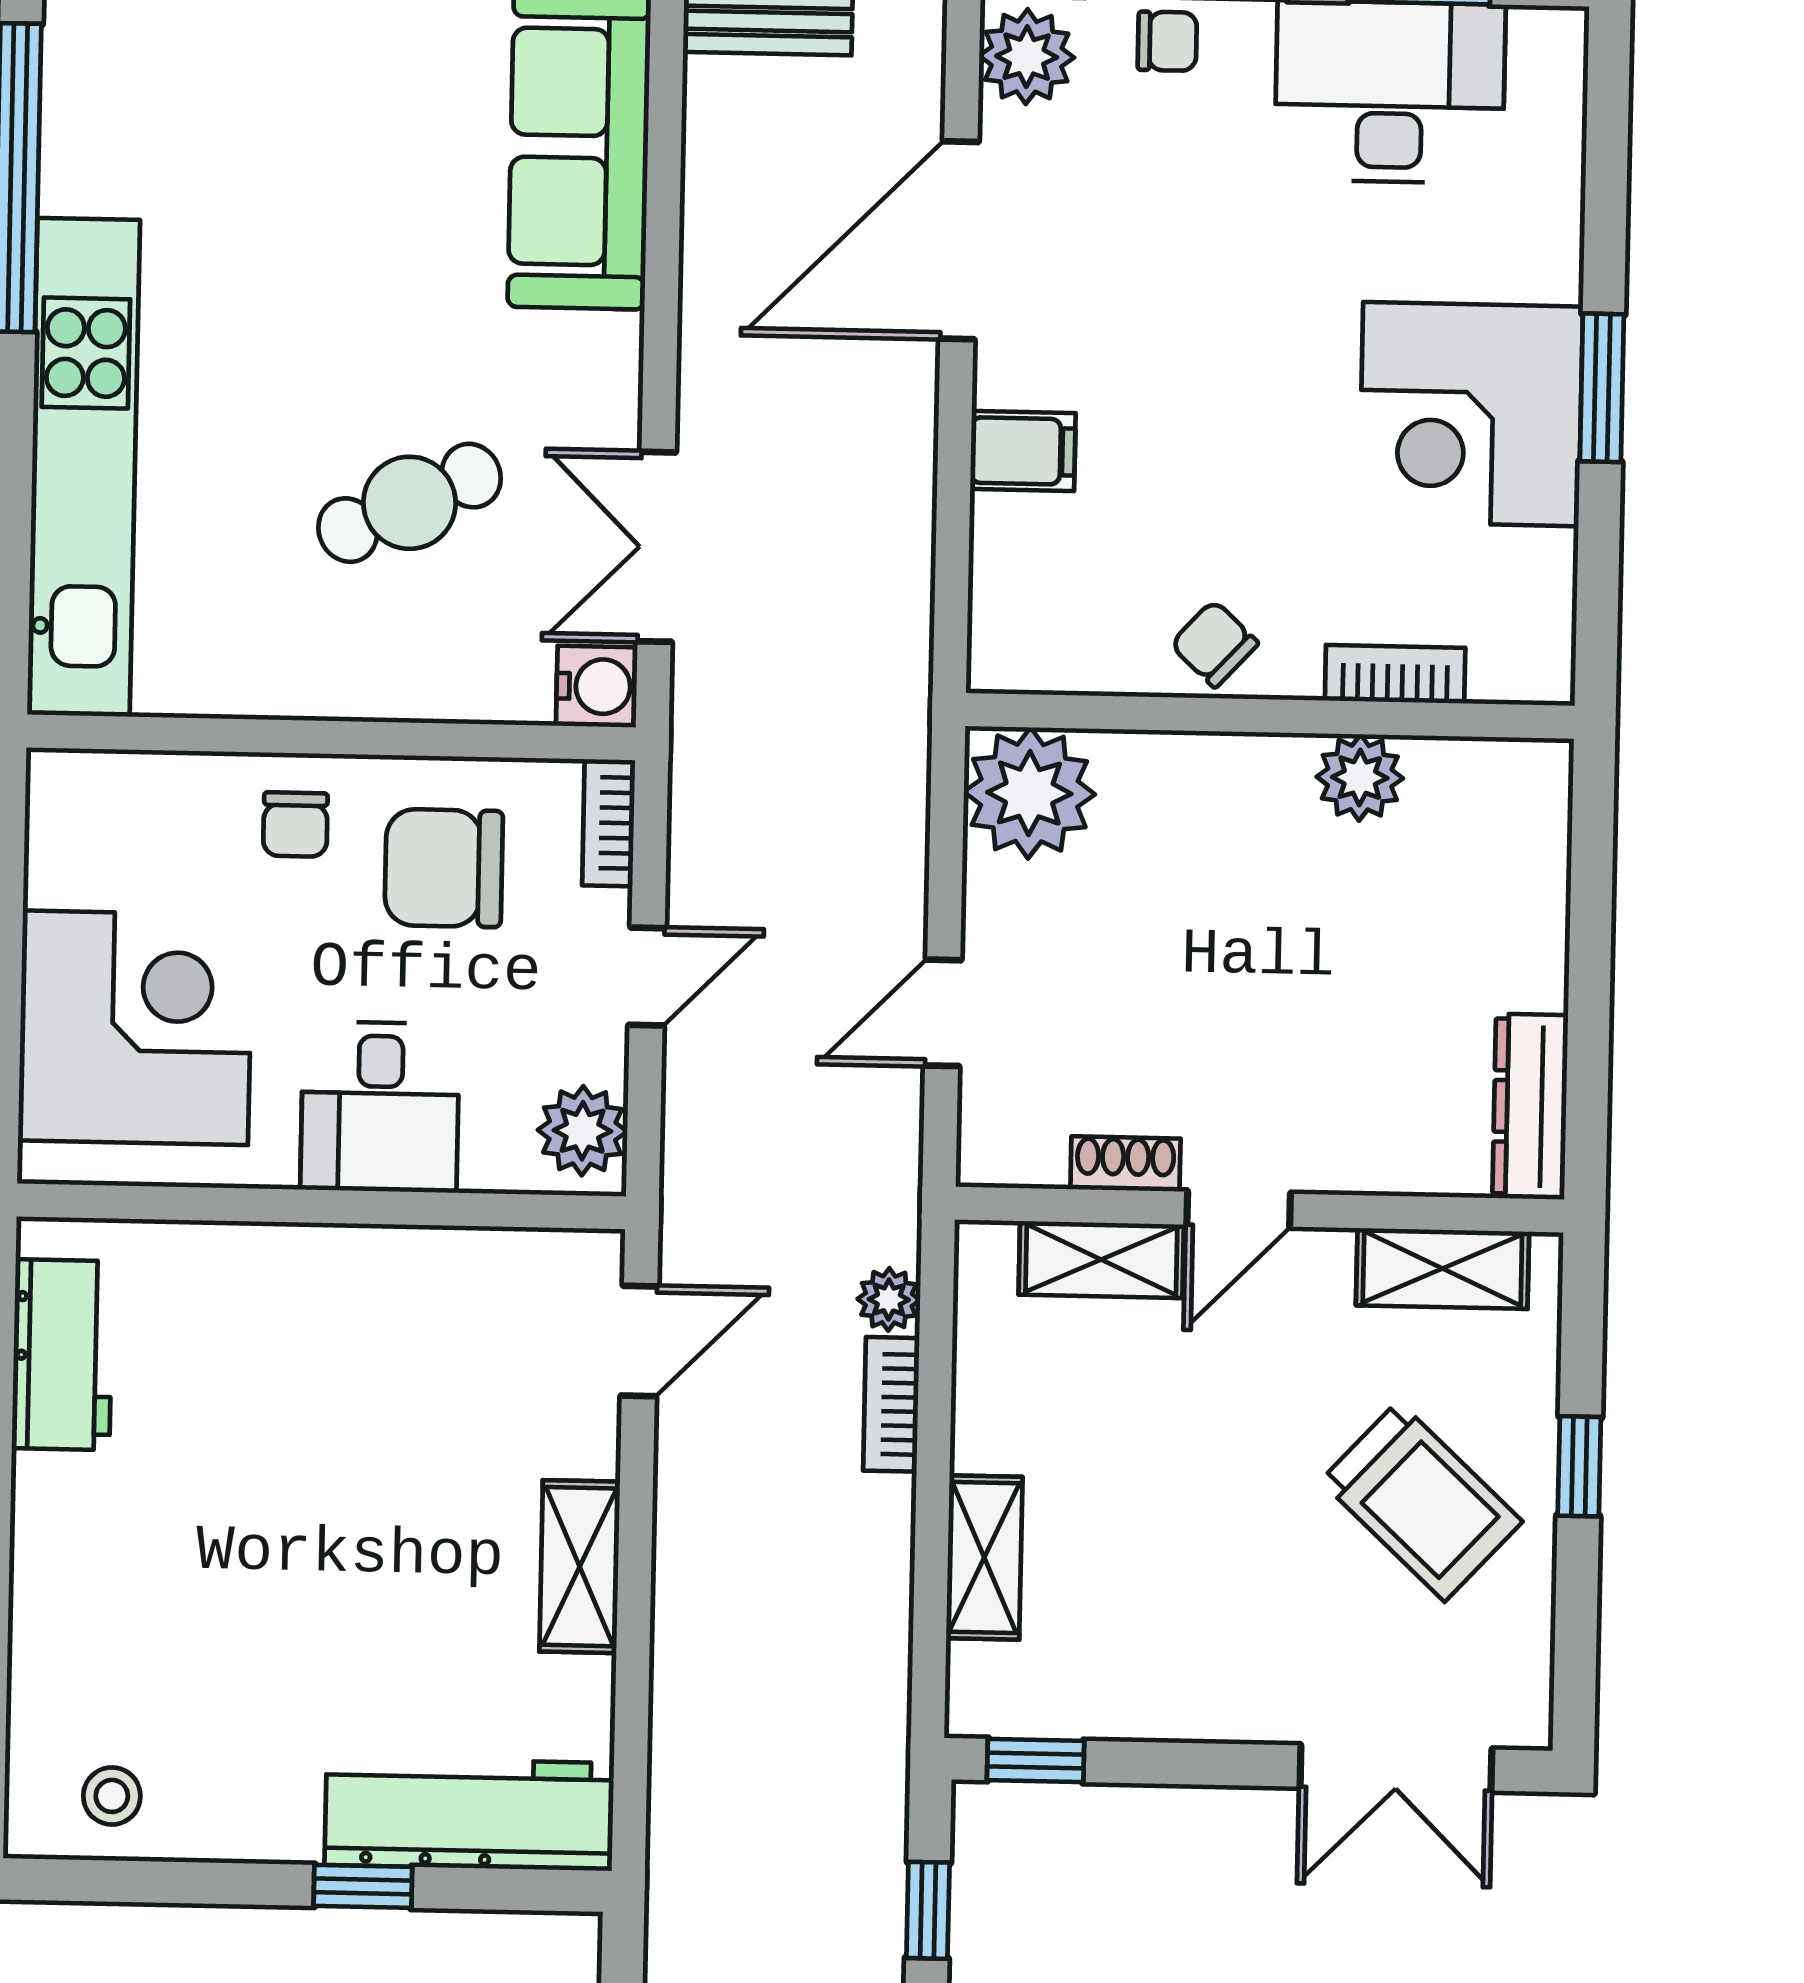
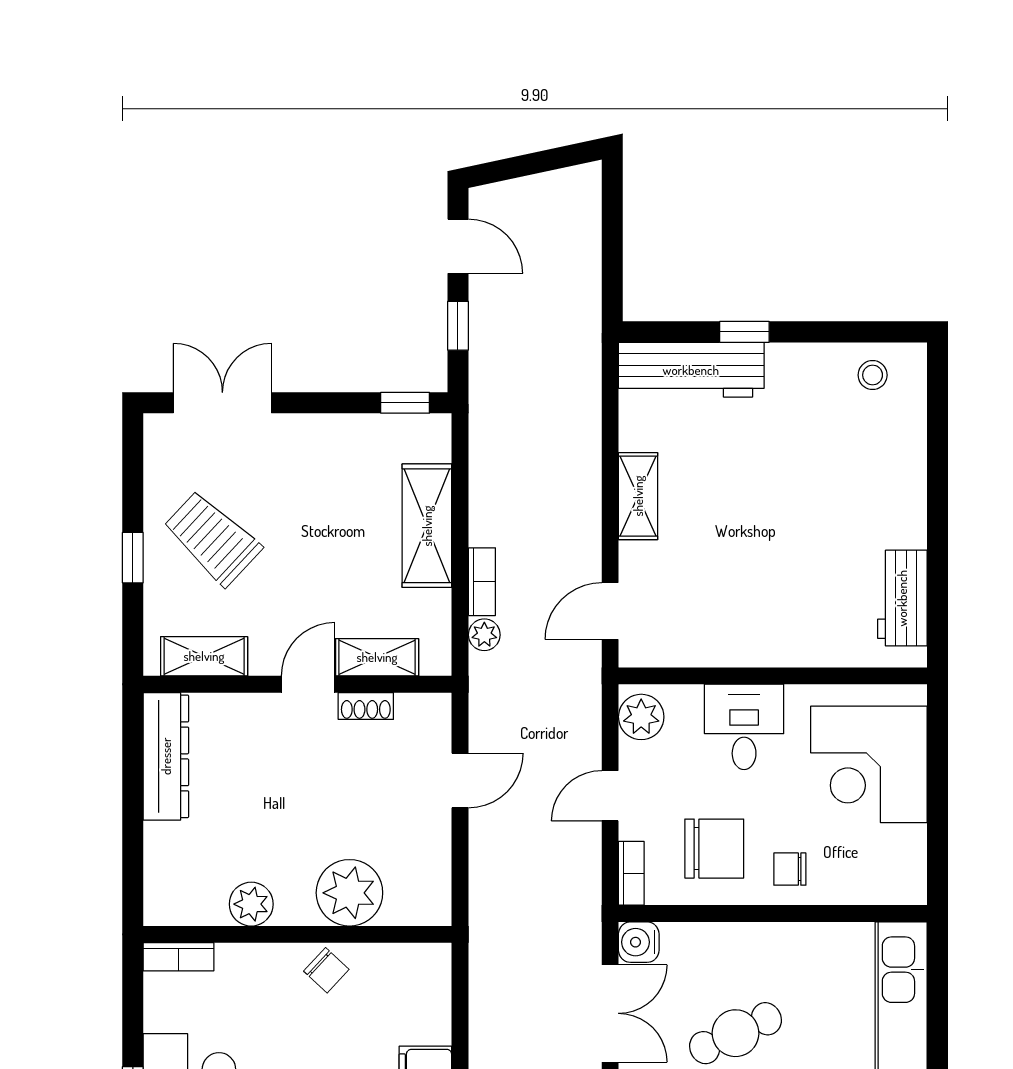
bookcase: (1395, 674) -> (178, 957), moved
plant: (1029, 793) -> (349, 893), moved
chair: (295, 824) -> (790, 869), turned -90
dresser: (1530, 1107) -> (166, 756), width x1.37, depth x1.24
shelving: (984, 1558) -> (427, 526), width x1.50, depth x1.33

